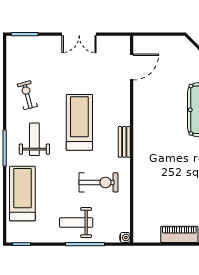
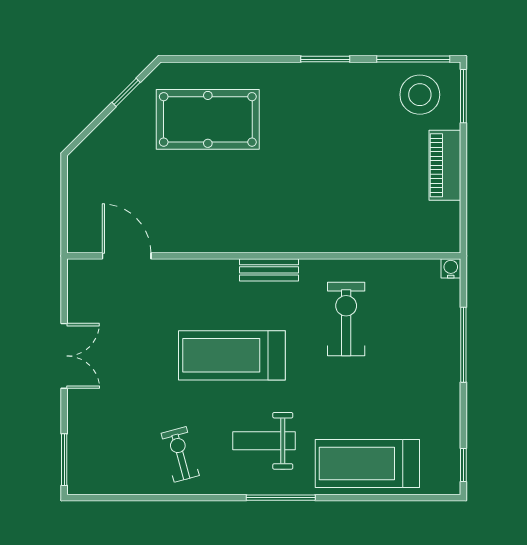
exercise bike: (27, 95) -> (180, 454), turned 90
weight bench: (76, 223) -> (422, 361), removed

